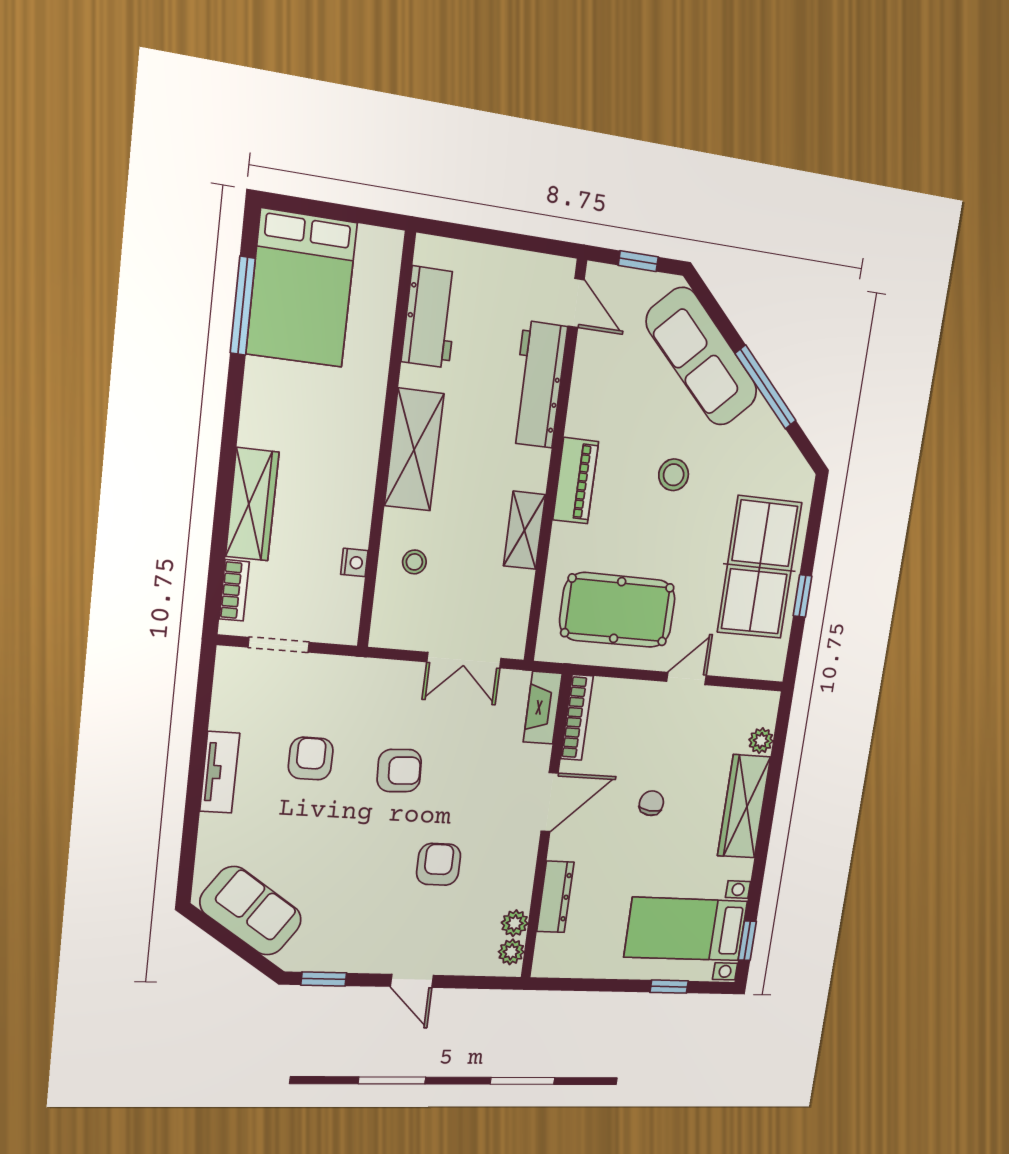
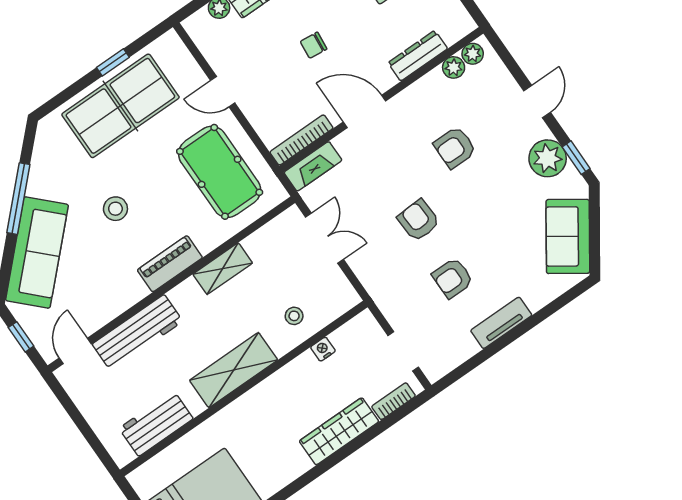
plant: (348, 950) -> (548, 158), added

